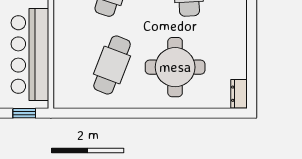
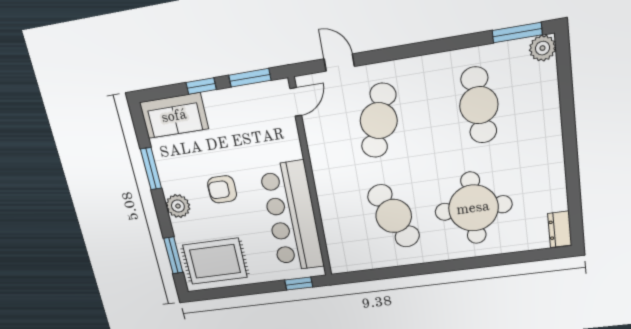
cafe table: (112, 65) -> (394, 216), turned -45

